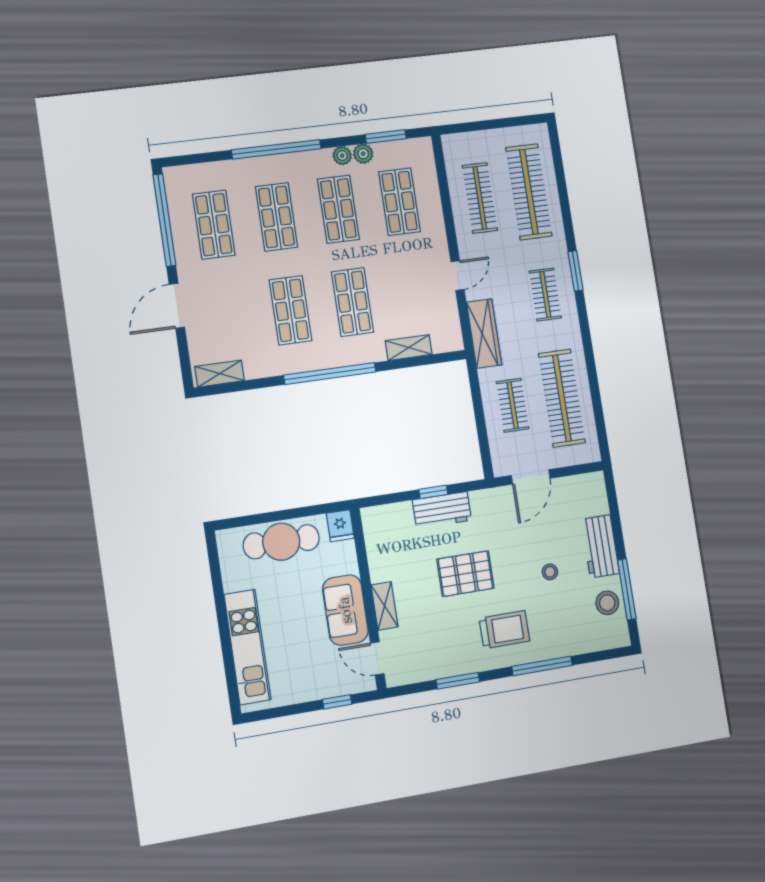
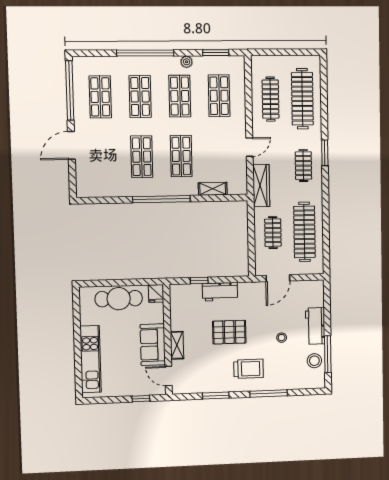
plant: (363, 154) -> (200, 62), removed
shelving: (219, 374) -> (93, 191), removed
window: (433, 492) -> (199, 280), moved

